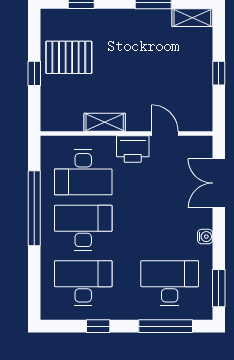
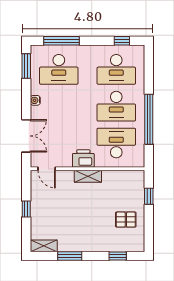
pallet: (69, 57) -> (126, 220), width x0.67, depth x0.71
window: (34, 73) -> (149, 196), moved
shelving: (105, 122) -> (88, 176), moved
door: (165, 134) -> (47, 169), moved
window: (98, 326) -> (122, 41), moved

